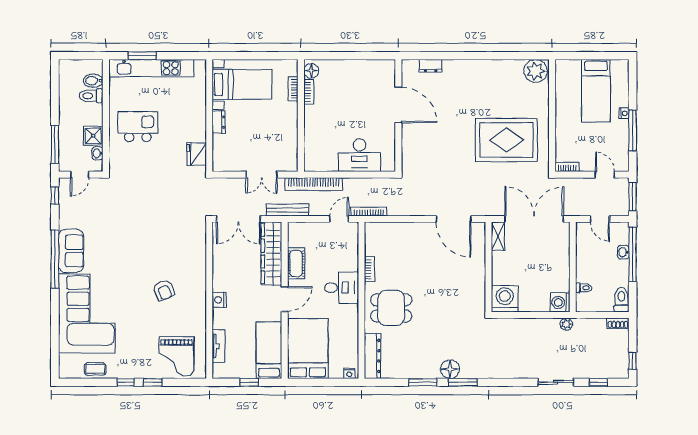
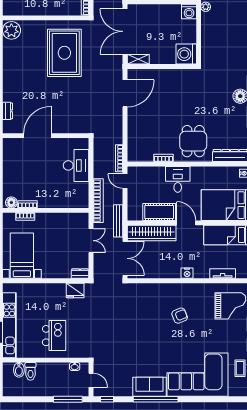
dresser: (219, 122) -> (80, 274), moved
kitchen island: (138, 127) -> (54, 336), turned 180
shower: (93, 136) -> (61, 370), removed
cot: (296, 263) -> (159, 212), width x1.37, depth x1.34

